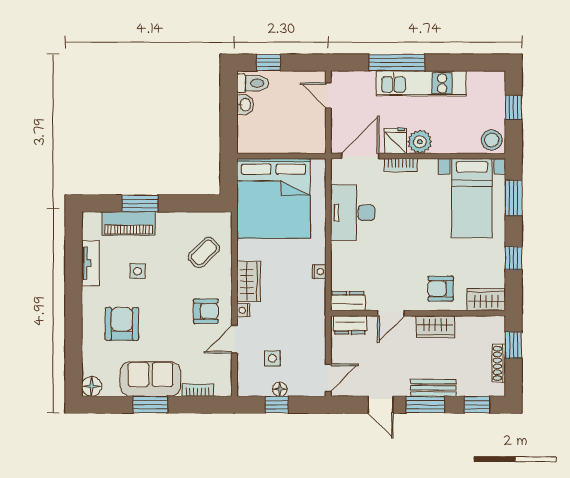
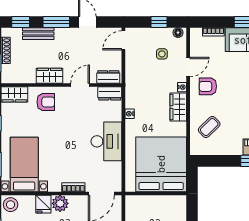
fridge: (395, 141) -> (43, 204), moved
desk: (353, 213) -> (106, 141), moved
bench: (433, 388) -> (38, 34), moved
floor lamp: (280, 389) -> (178, 33), moved

